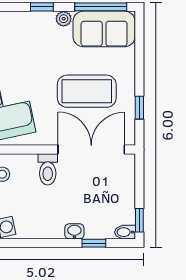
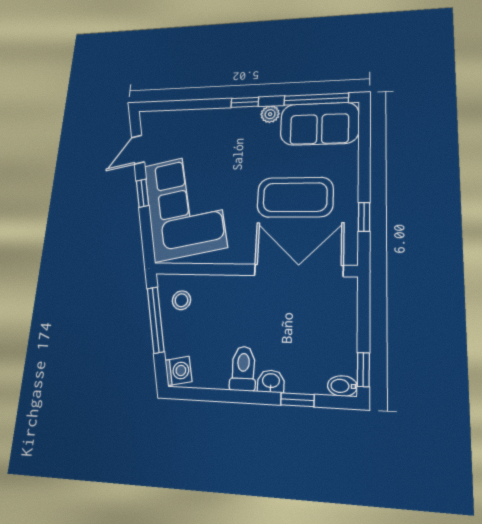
toilet: (48, 169) -> (243, 369), moved, turned 180

